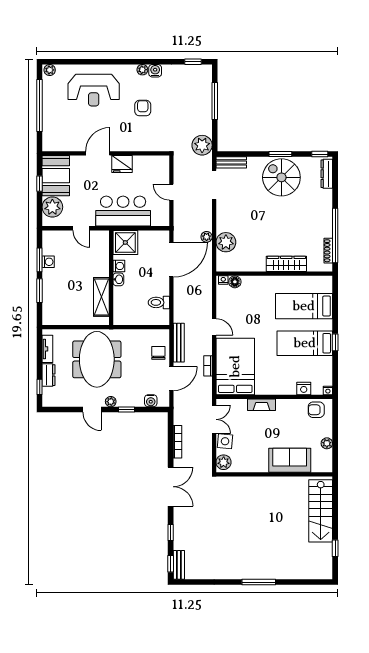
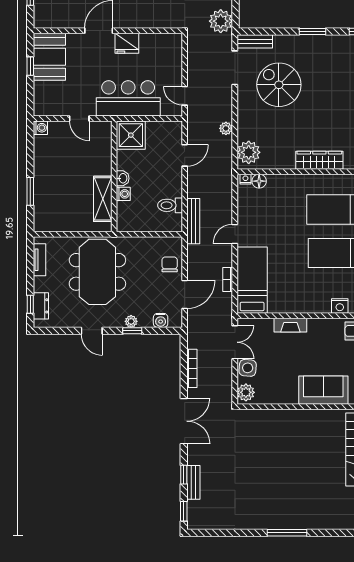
spiral stairs: (281, 177) -> (279, 85), moved
door: (171, 192) -> (185, 96), moved
plant: (52, 207) -> (45, 94), removed
plant: (226, 242) -> (249, 152), moved
window: (40, 260) -> (30, 156), removed
door: (171, 260) -> (185, 155), width x0.53
washing machine: (48, 262) -> (40, 128), moved
washing machine: (119, 266) -> (123, 194), moved
door: (214, 327) -> (235, 234), swing flipped
bench: (179, 343) -> (193, 221), moved
bed: (235, 366) -> (252, 280), width x0.67
dresser: (49, 375) -> (41, 306), moved
plant: (111, 402) -> (131, 321), moved
bench: (179, 565) -> (193, 482), moved

